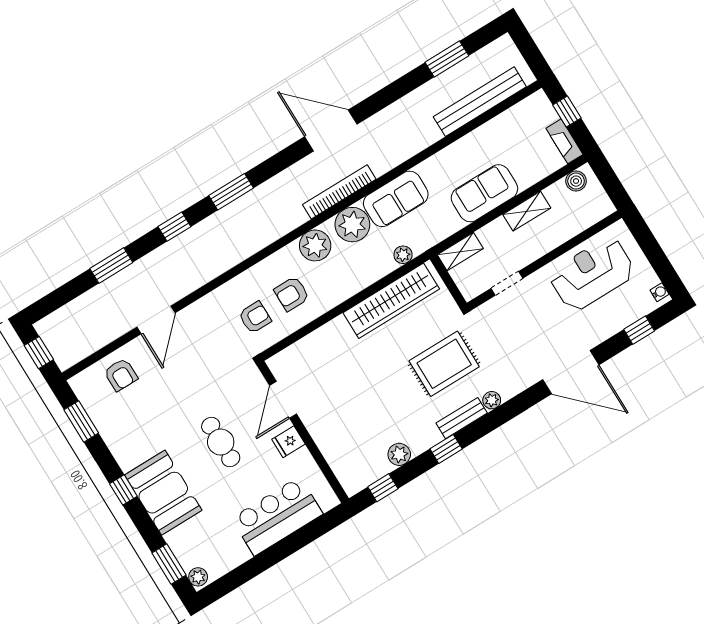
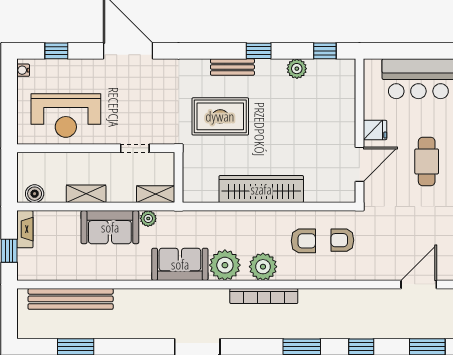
bookcase: (339, 192) -> (264, 296), moved
plant: (403, 255) -> (148, 218), moved
wardrobe: (391, 301) -> (261, 189), moved
plant: (492, 400) -> (201, 66), removed

